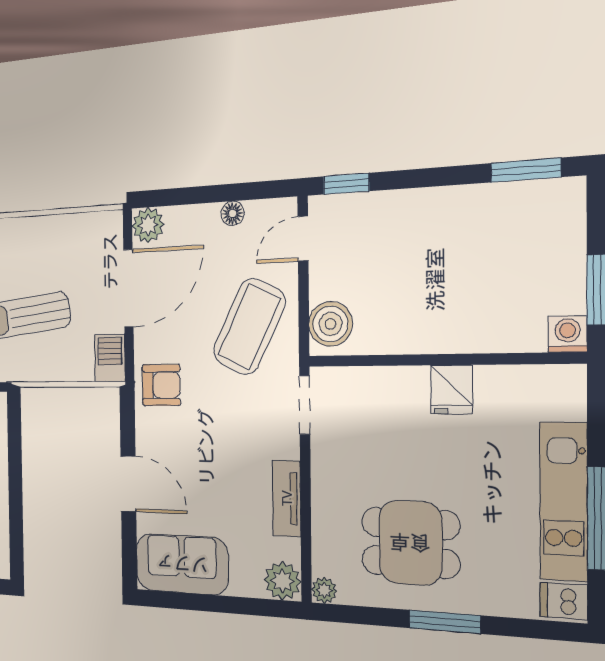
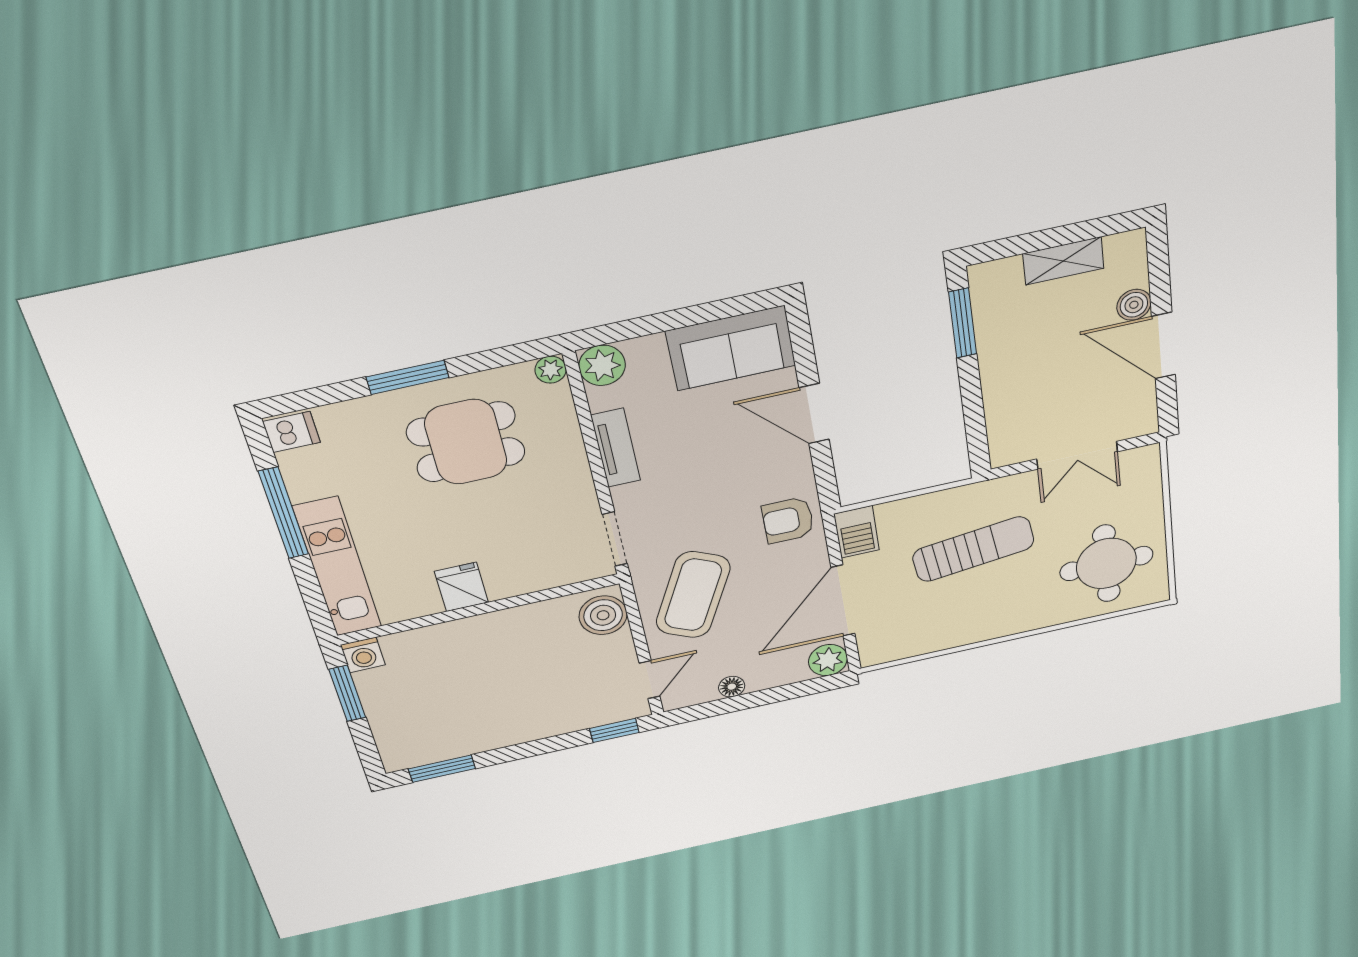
kitchen unit: (564, 501) -> (337, 567), moved
window: (16, 532) -> (963, 323), added

